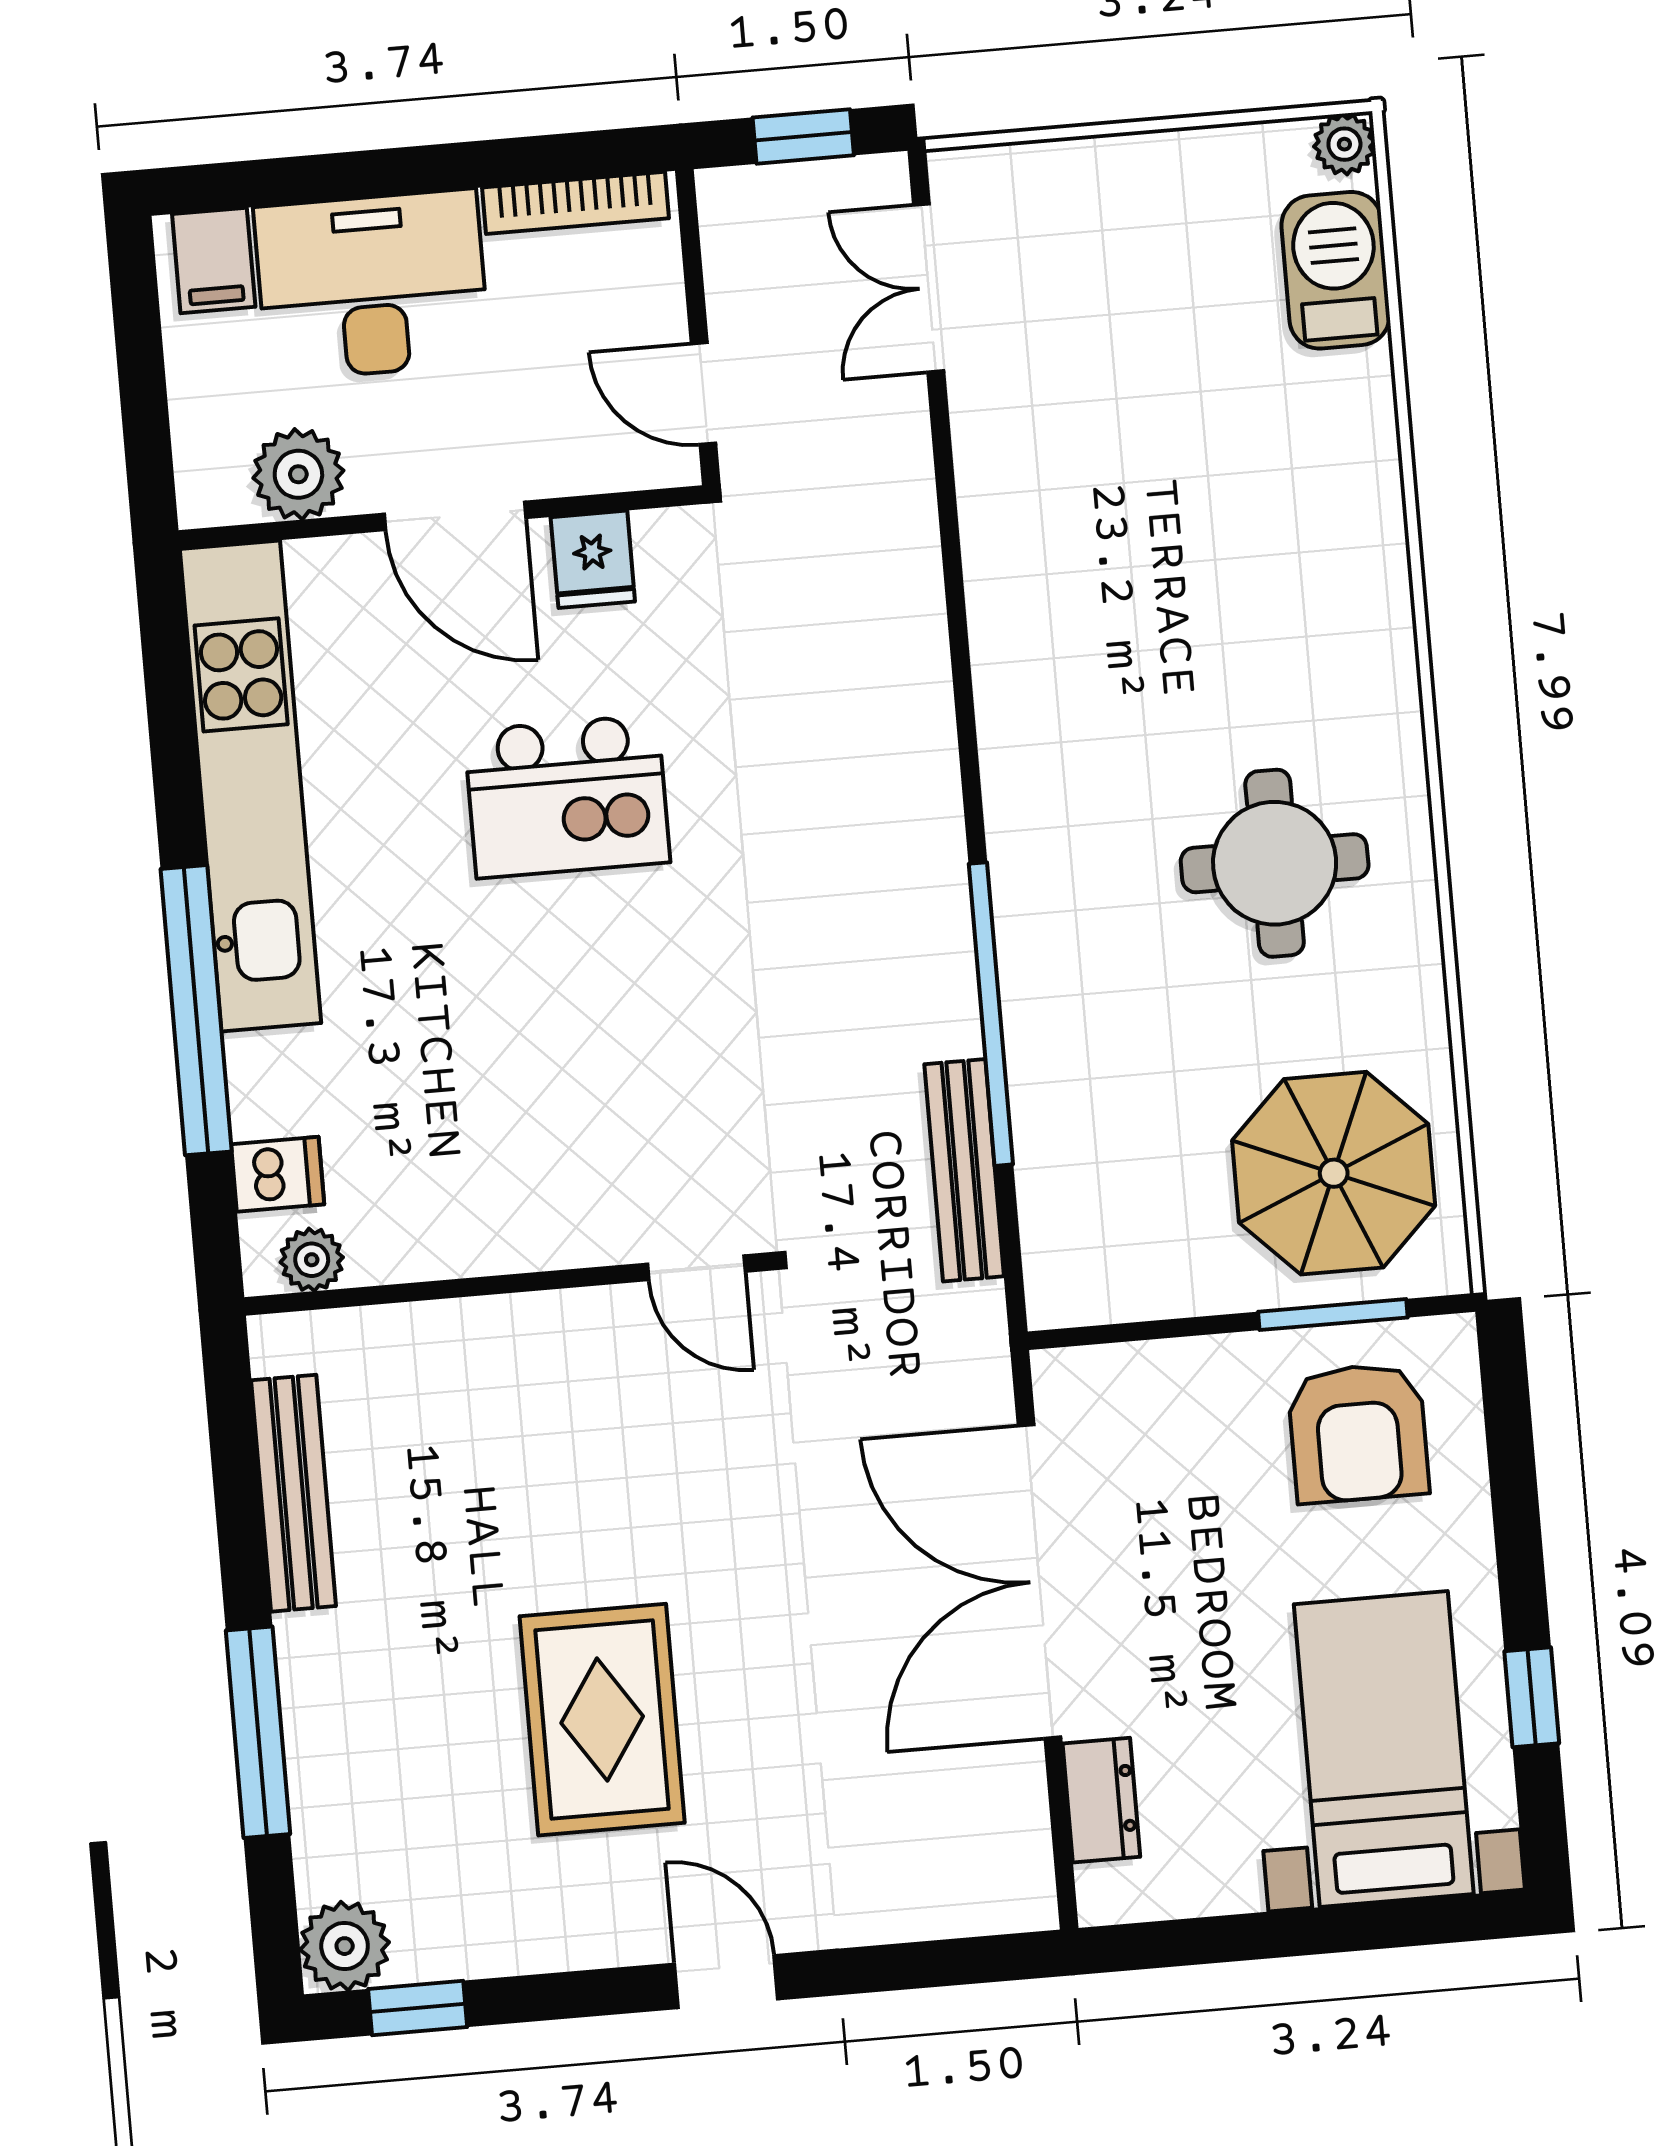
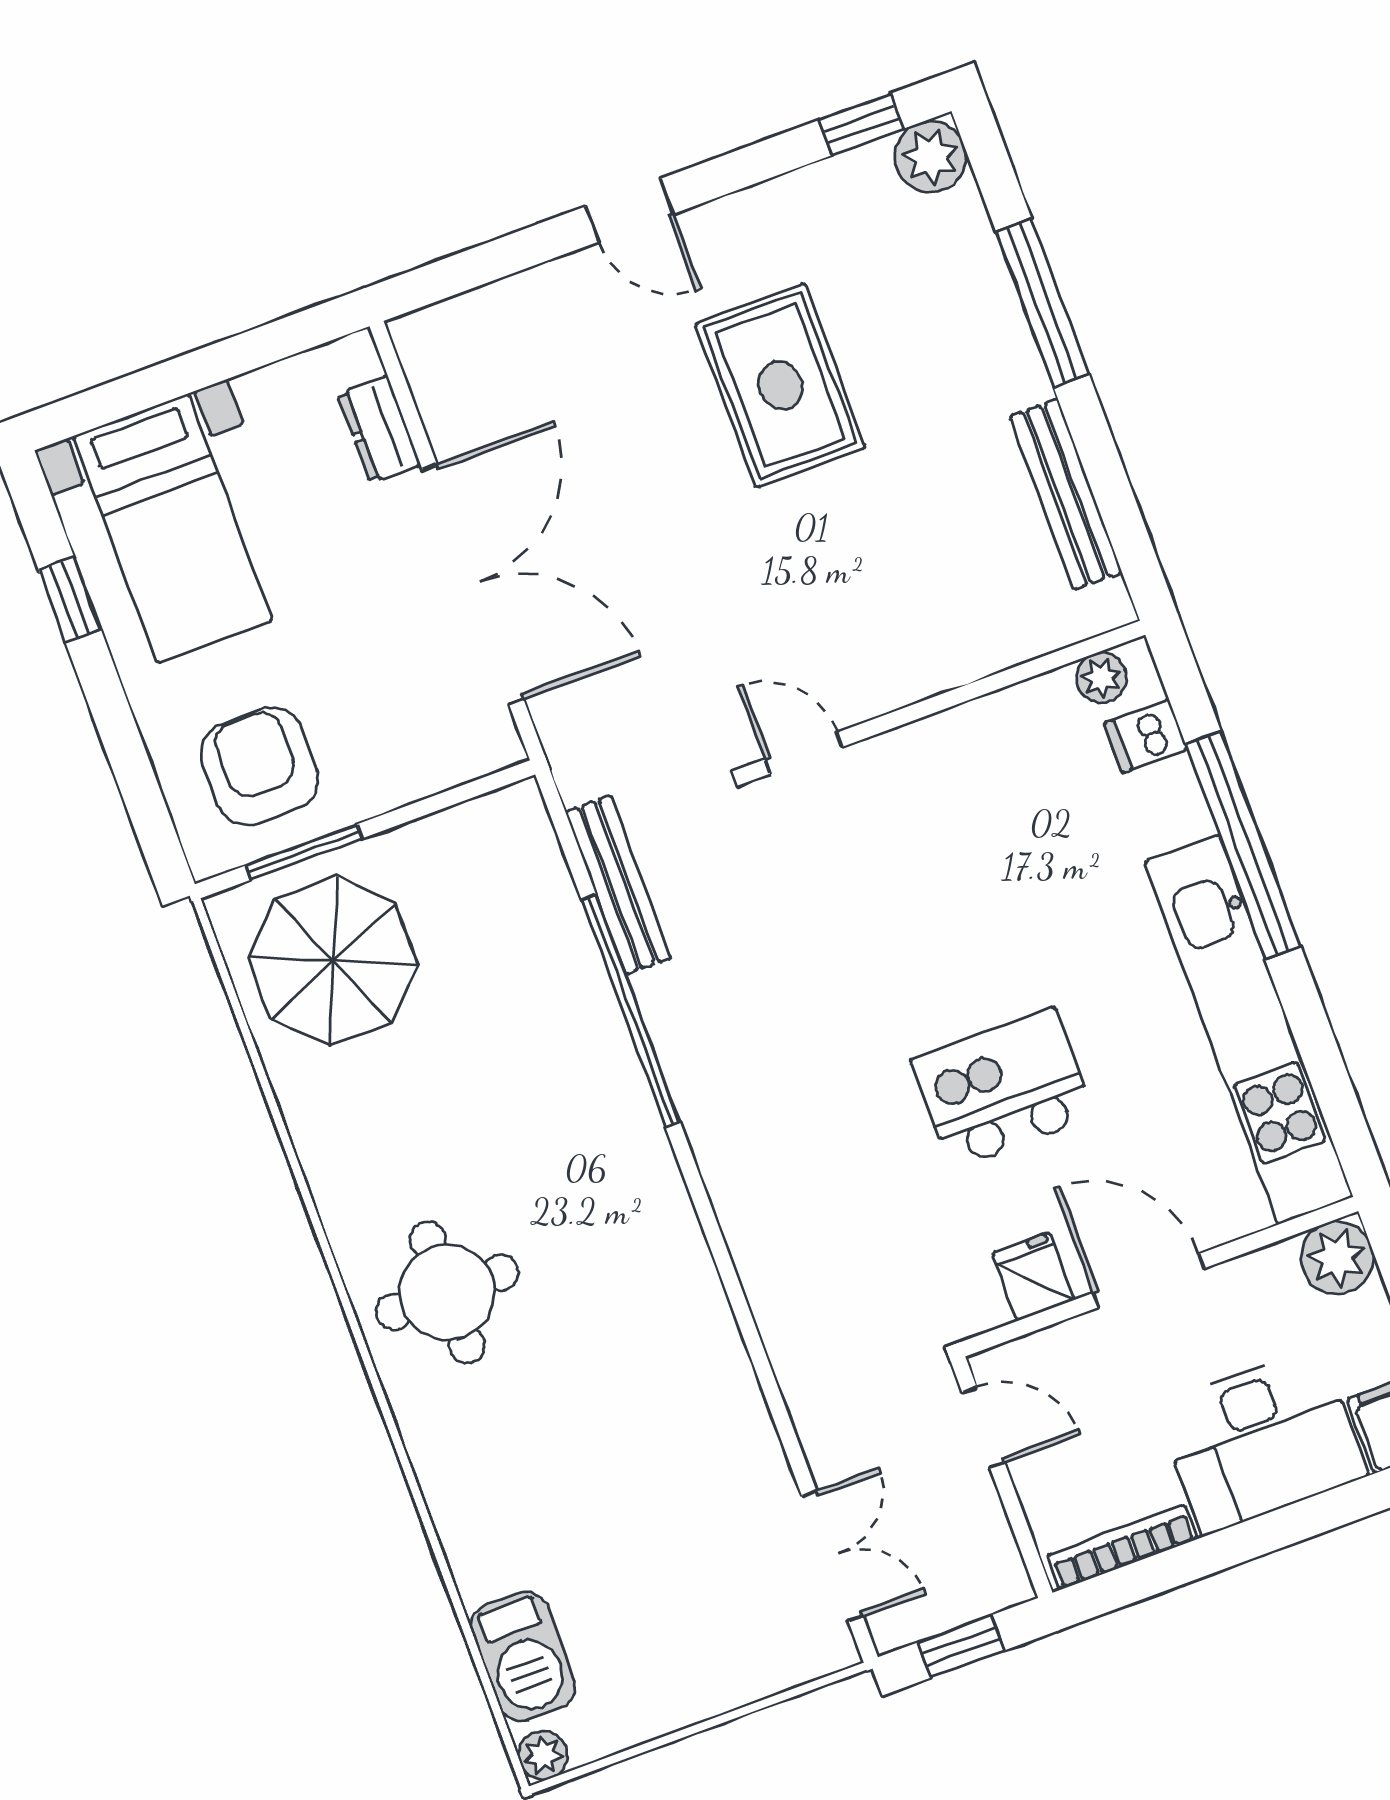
plant: (298, 474) -> (1337, 1258), moved
round table: (1275, 863) -> (447, 1292), moved

